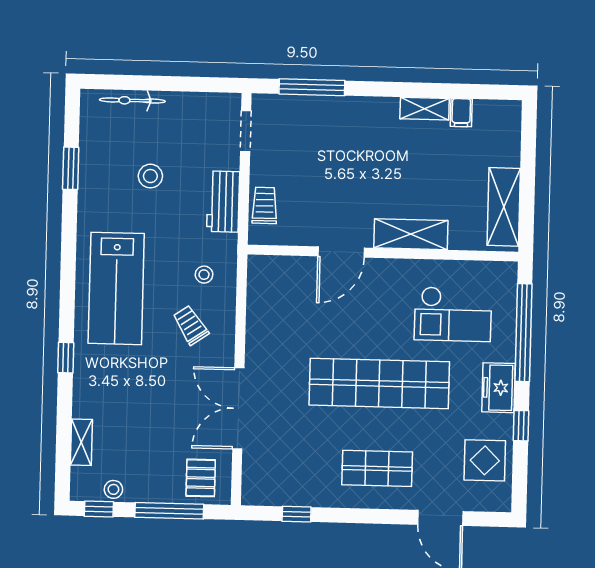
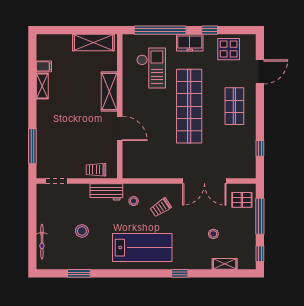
workbench: (223, 202) -> (106, 192), moved
stool: (113, 489) -> (213, 234), moved

